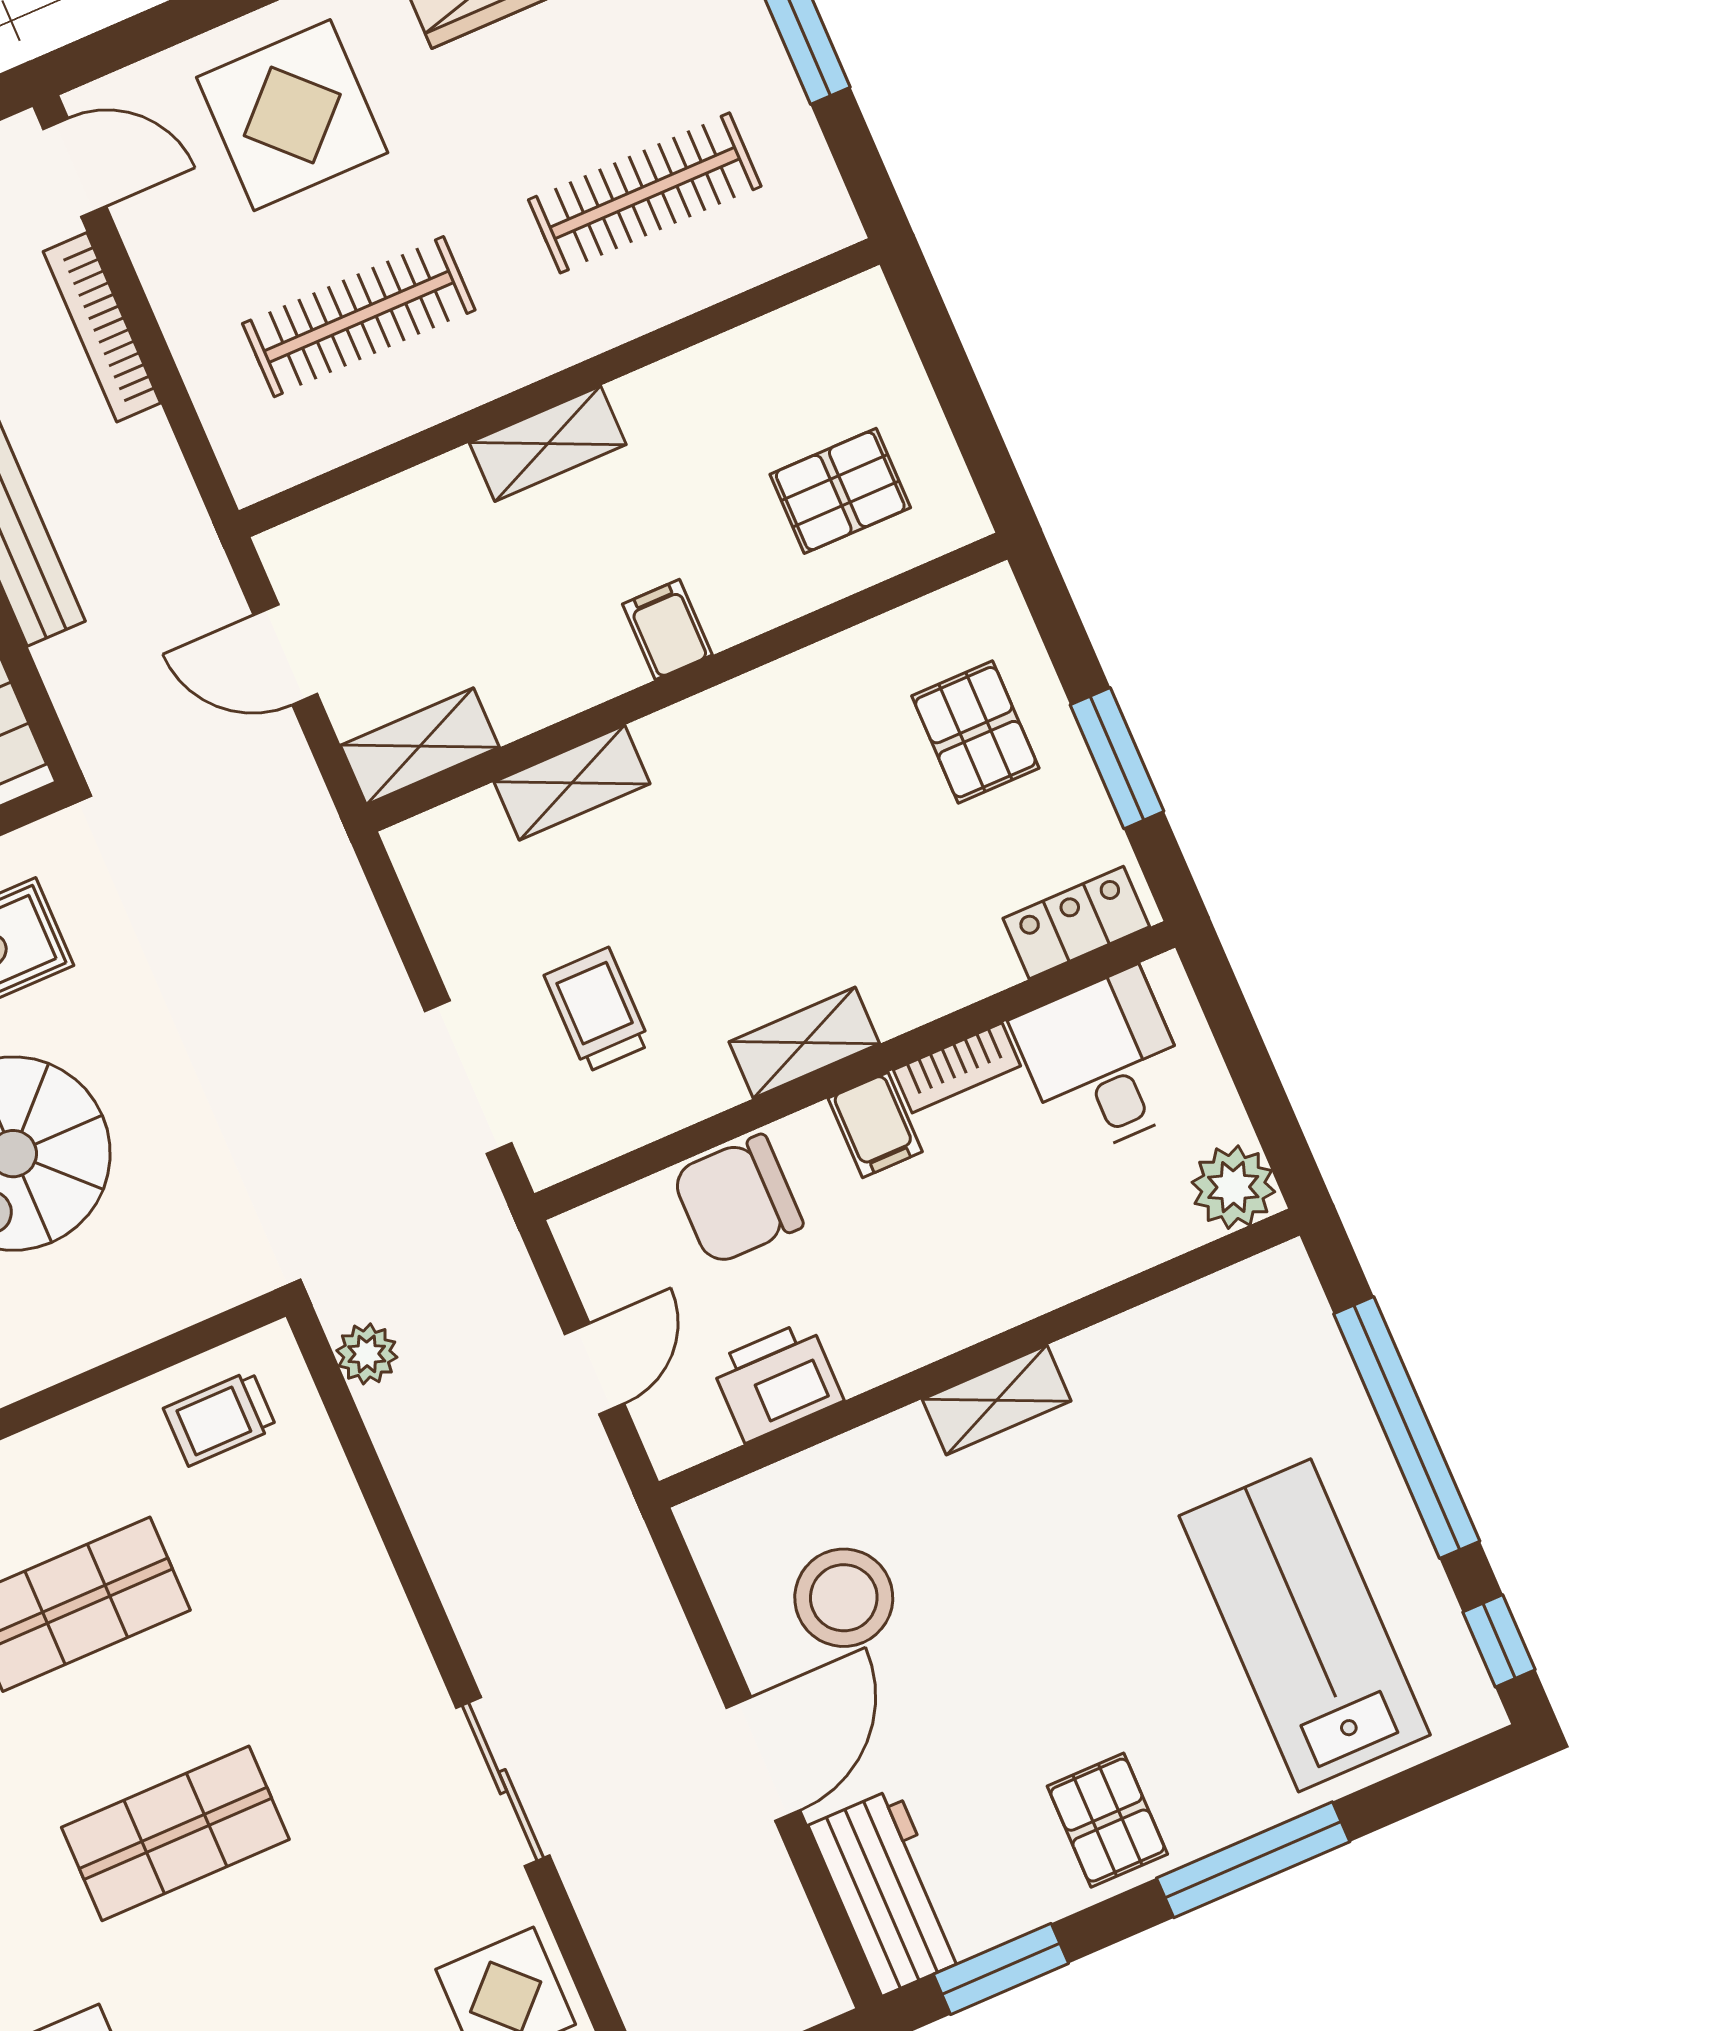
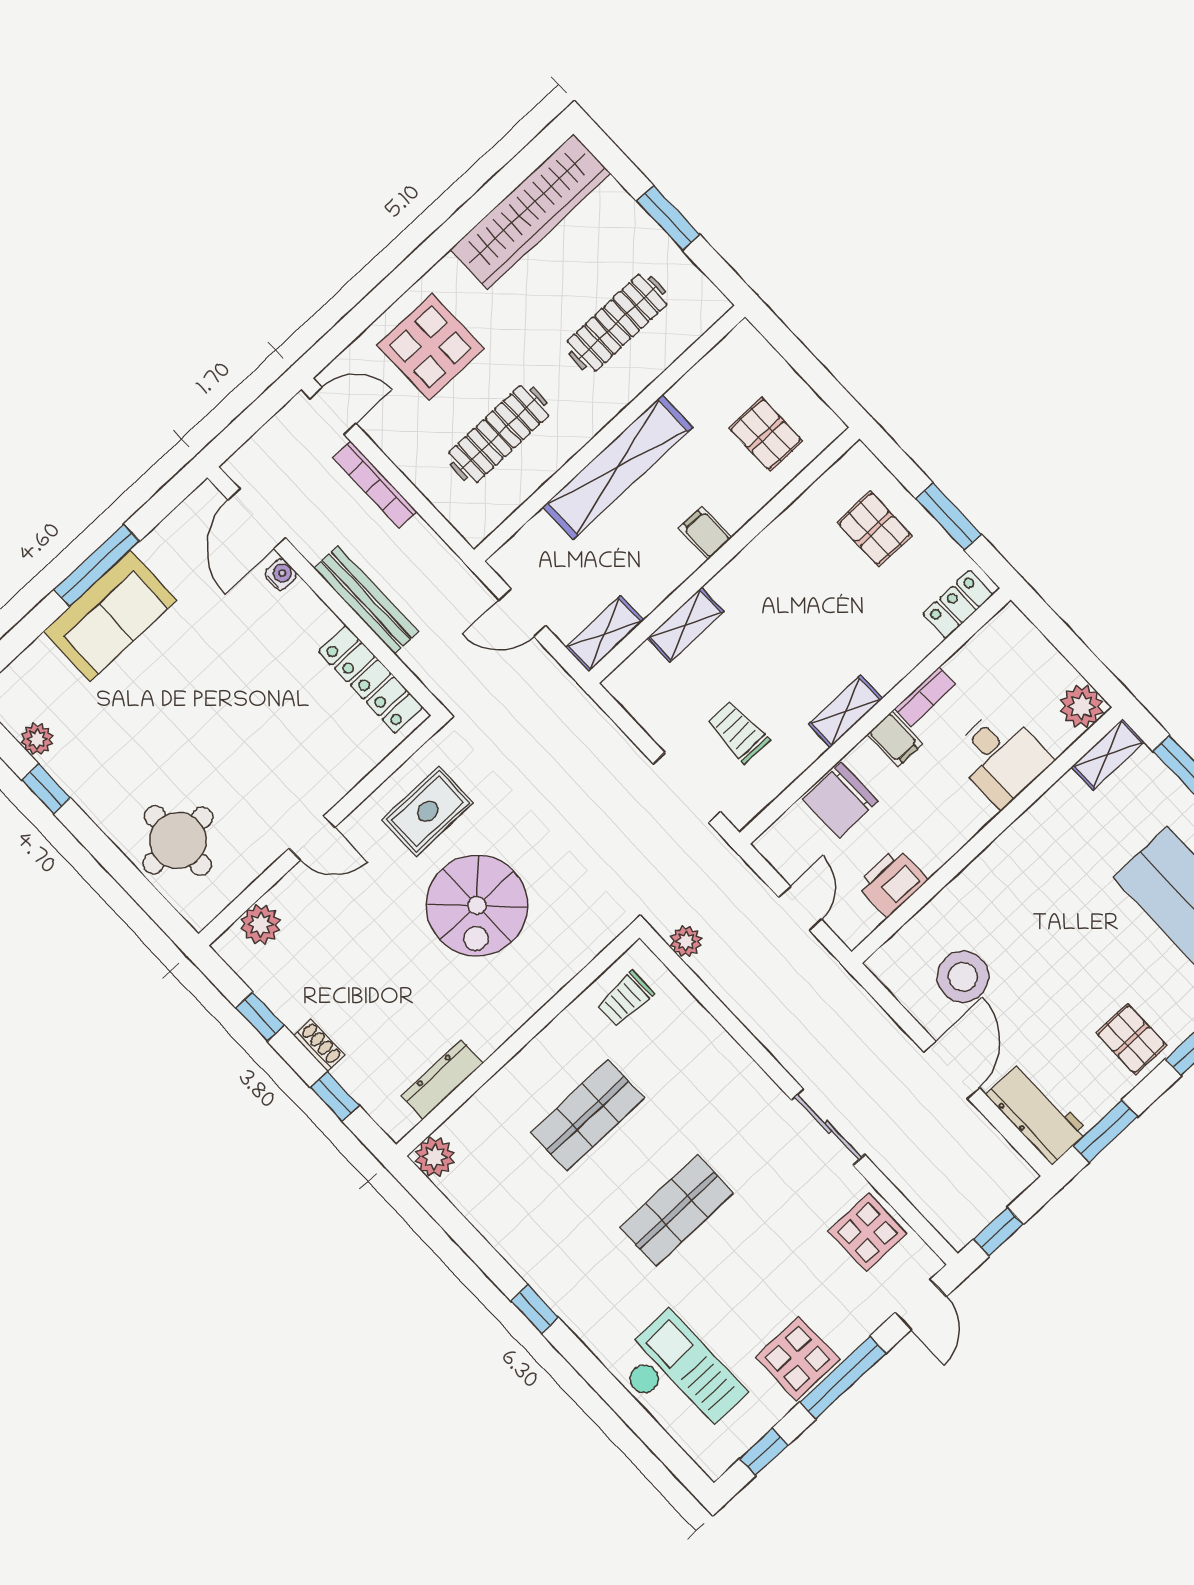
shelving: (548, 444) -> (618, 467), width x2.20, depth x1.33
pallet: (840, 491) -> (766, 434), turned 90
desk: (1104, 1063) -> (1001, 757), moved, turned 180
shelving: (997, 1400) -> (1108, 754), moved

